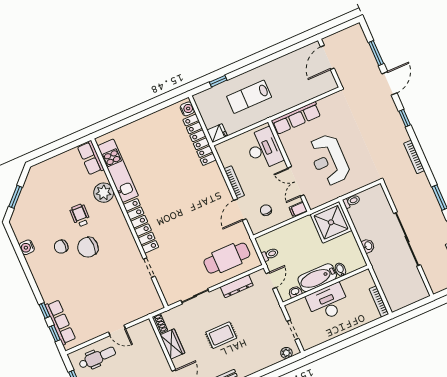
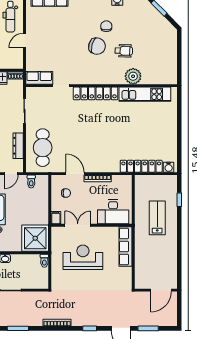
door: (327, 58) -> (161, 290), swing flipped
fridge: (217, 133) -> (140, 182), removed
row of seats: (91, 158) -> (39, 78), moved
chair: (88, 247) -> (97, 46), turned 106
door: (271, 281) -> (11, 174), hinge flipped

